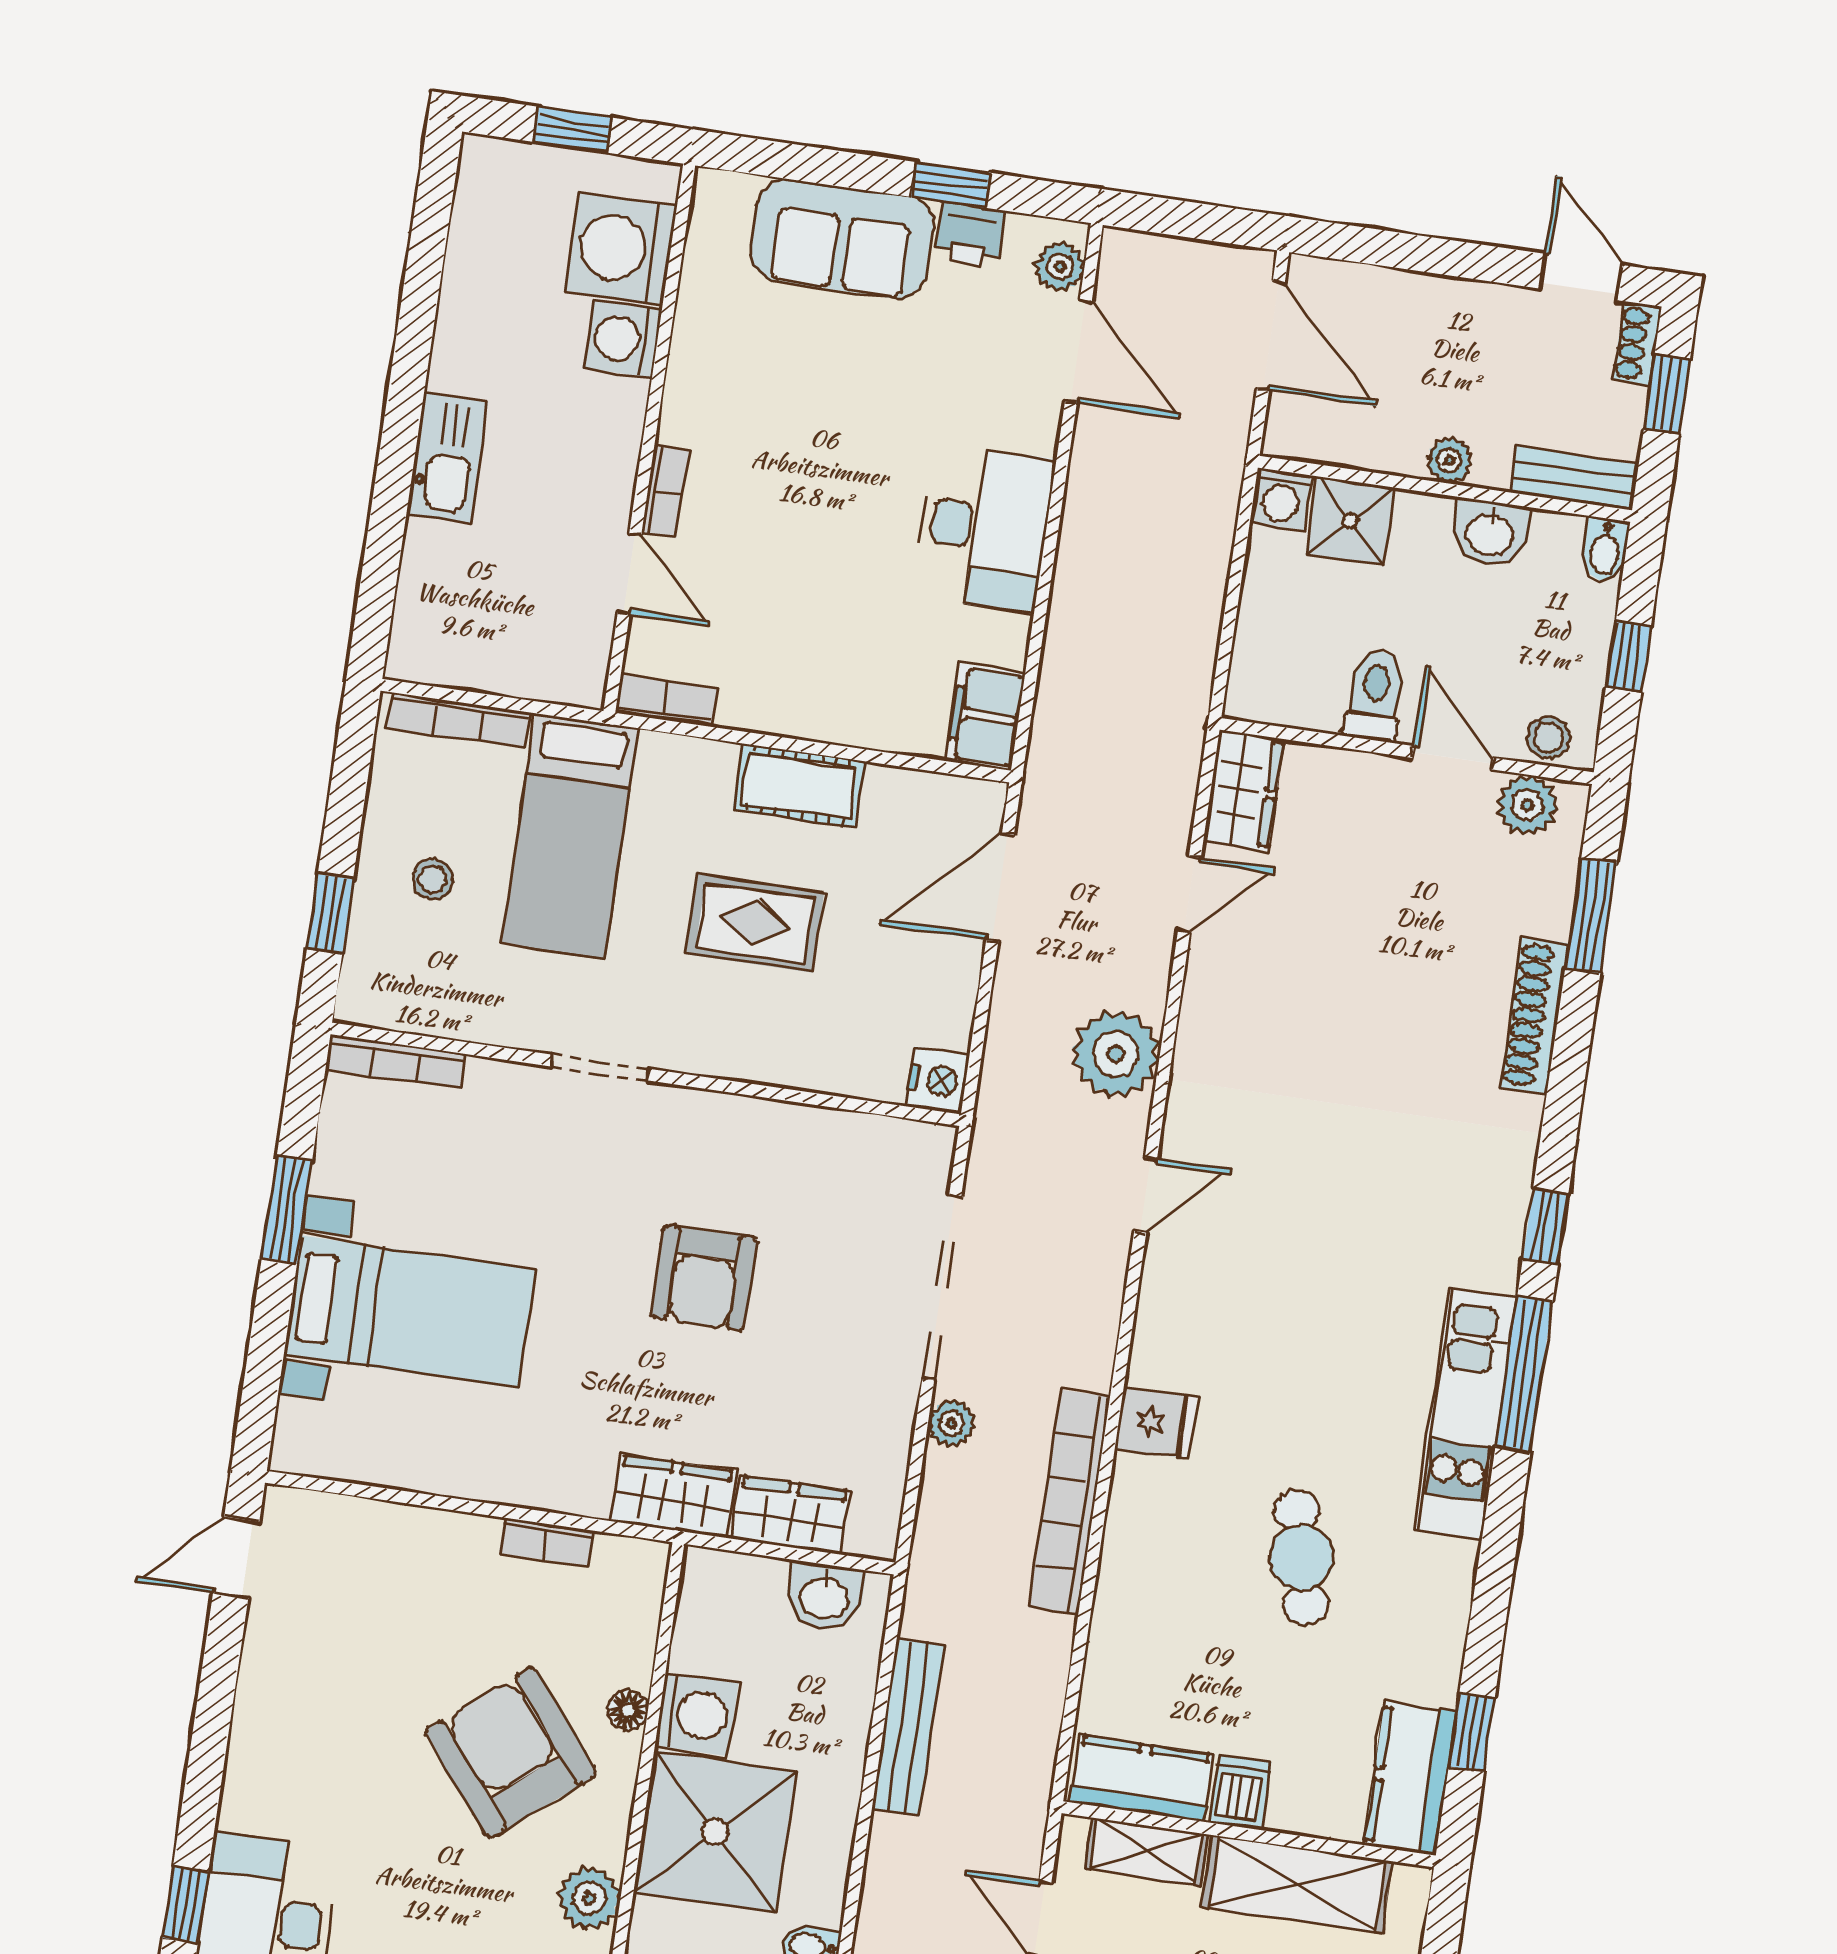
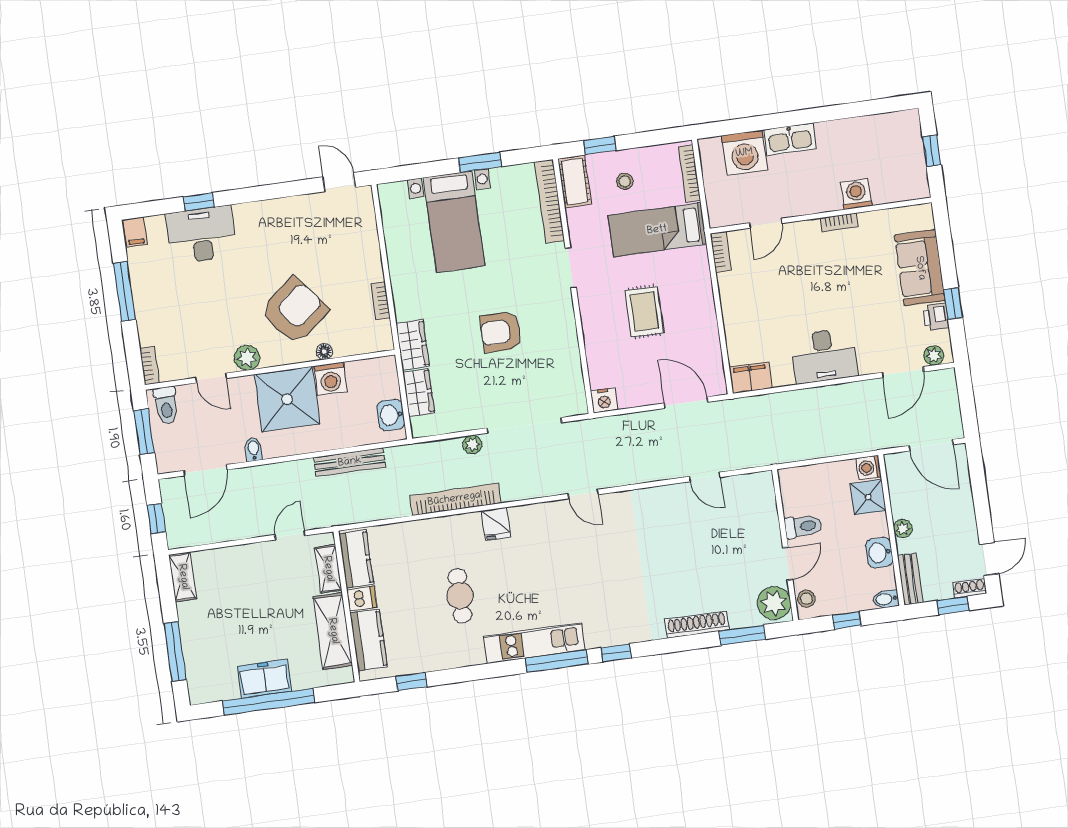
washing machine: (620, 249) -> (744, 153), moved, turned 180
door: (1271, 336) -> (931, 445), hinge flipped
bookcase: (665, 492) -> (839, 222), moved
cot: (799, 786) -> (575, 182), moved
wardrobe: (1244, 790) -> (751, 486), removed
plant: (1527, 805) -> (774, 603), width x1.36, depth x1.36
plant: (1116, 1054) -> (635, 466), removed
bookcase: (396, 1062) -> (549, 201), width x1.48, depth x1.31
cafe table: (1301, 1558) -> (460, 596), turned -76
kitchen counter: (1410, 1778) -> (369, 640), moved, turned 90

